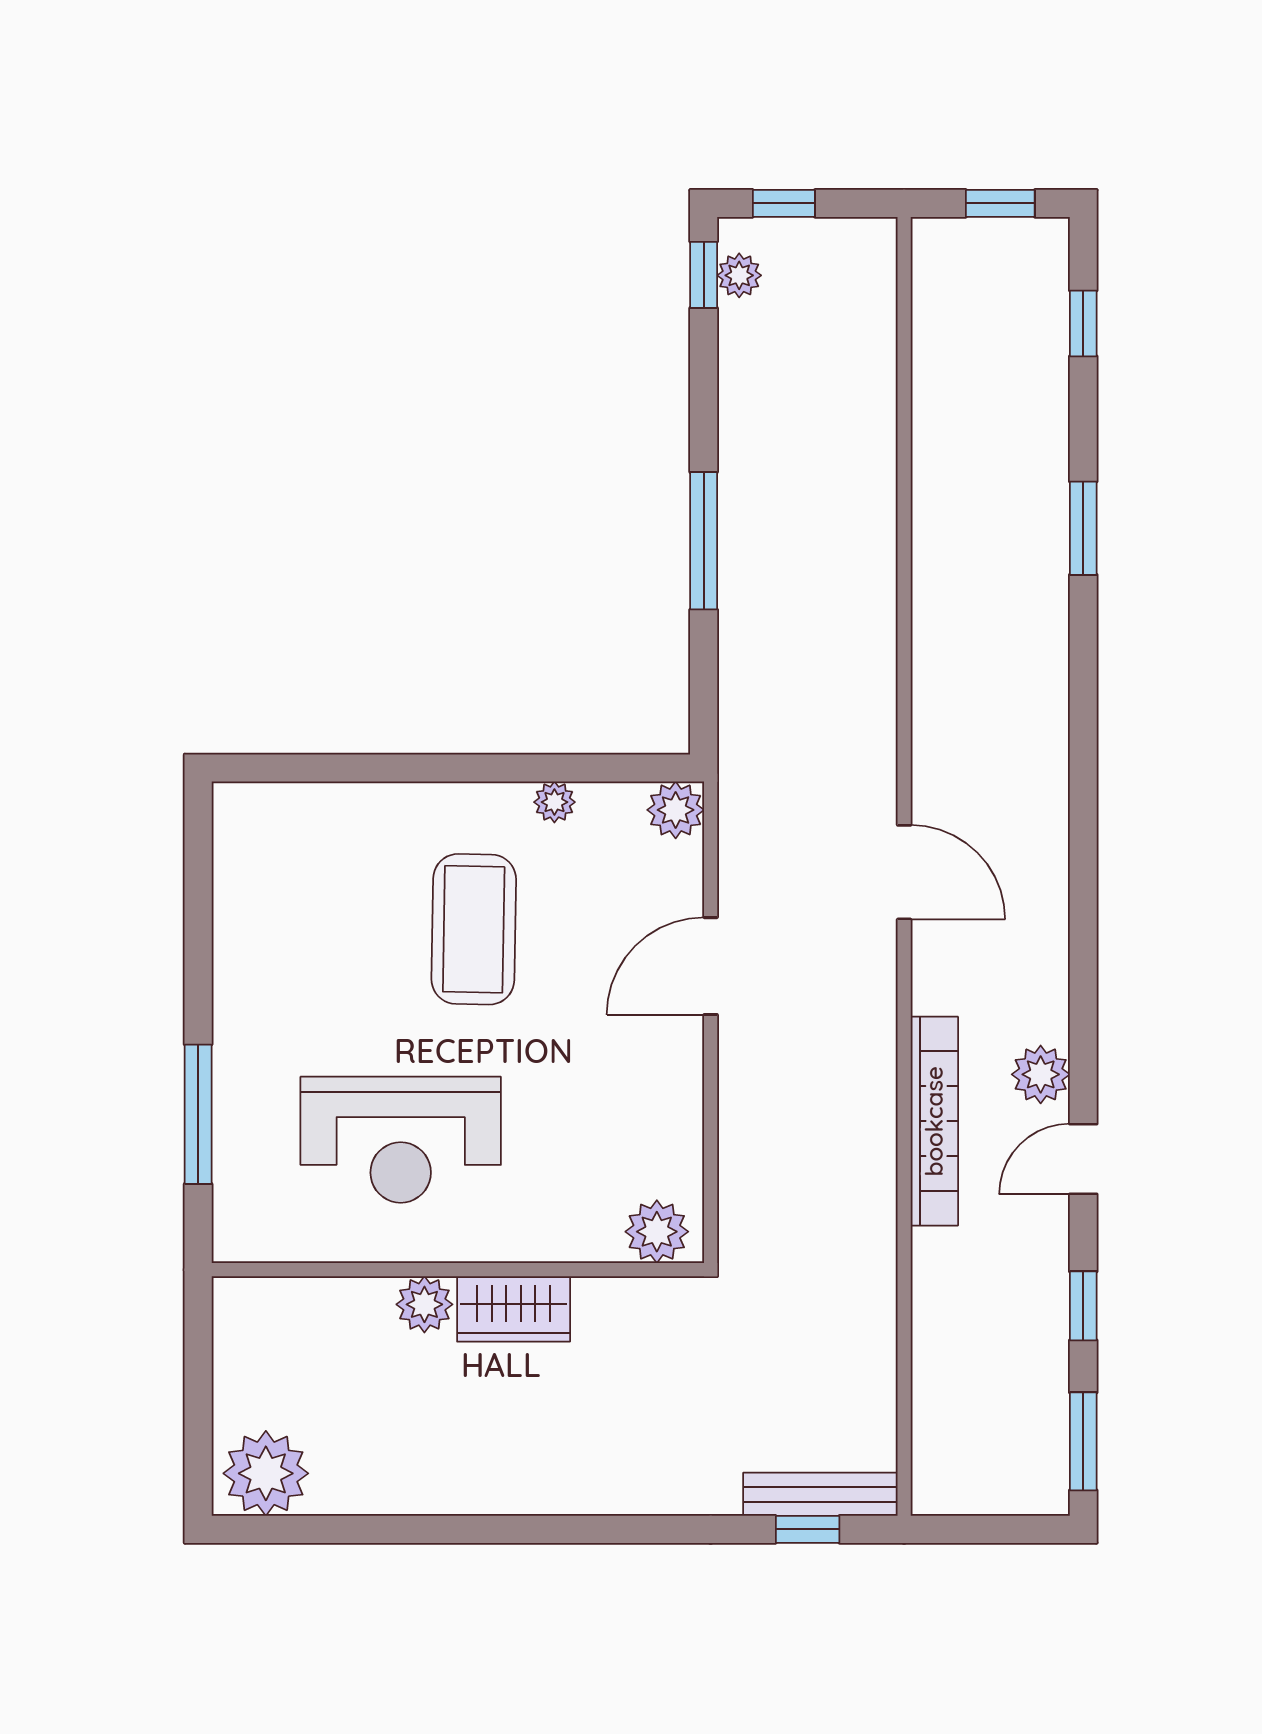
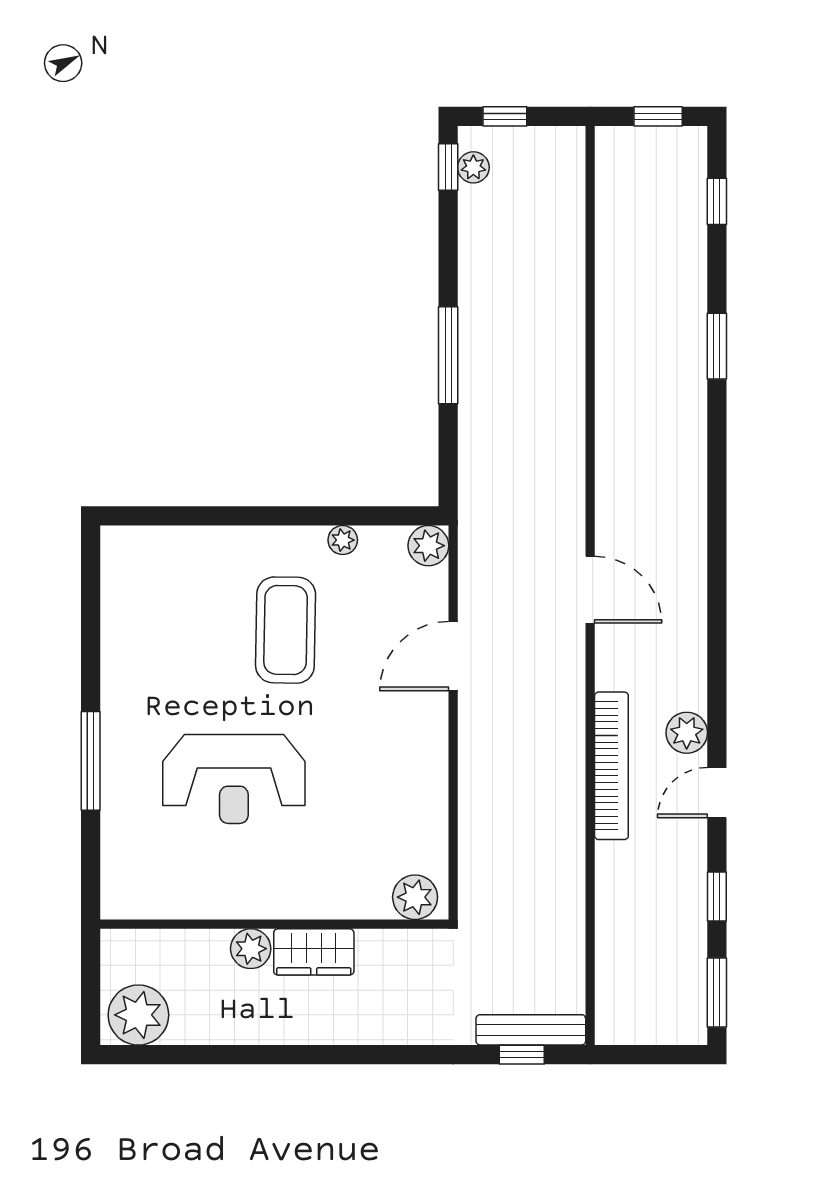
plant: (657, 1232) -> (415, 897), moved
wall: (458, 1270) -> (274, 924), moved
plant: (424, 1304) -> (251, 949), moved
wardrobe: (514, 1309) -> (314, 952), moved

